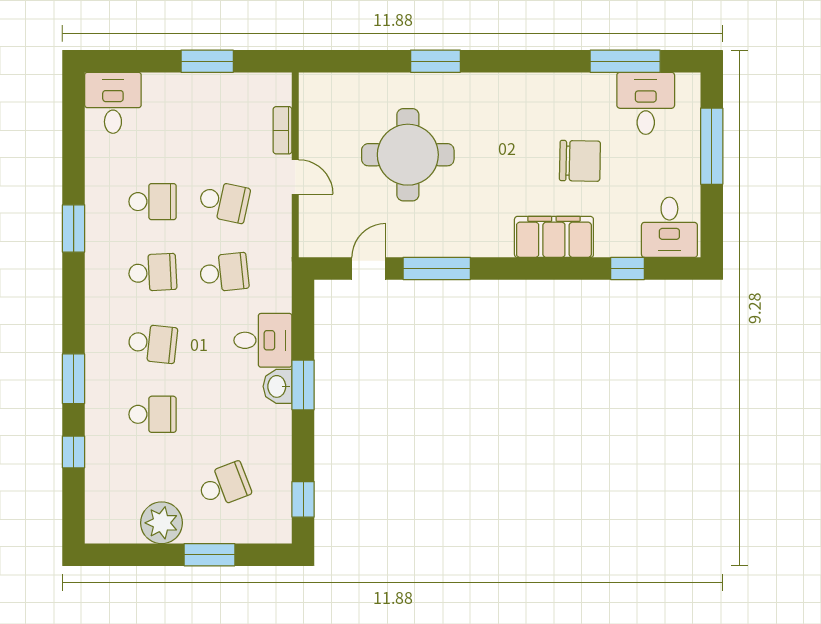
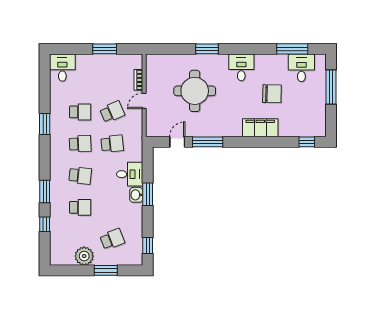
door: (295, 177) -> (144, 101), swing flipped
school desk: (224, 202) -> (112, 112), turned -36
desk: (669, 227) -> (241, 67), moved, turned 180
window: (628, 268) -> (307, 142), moved

